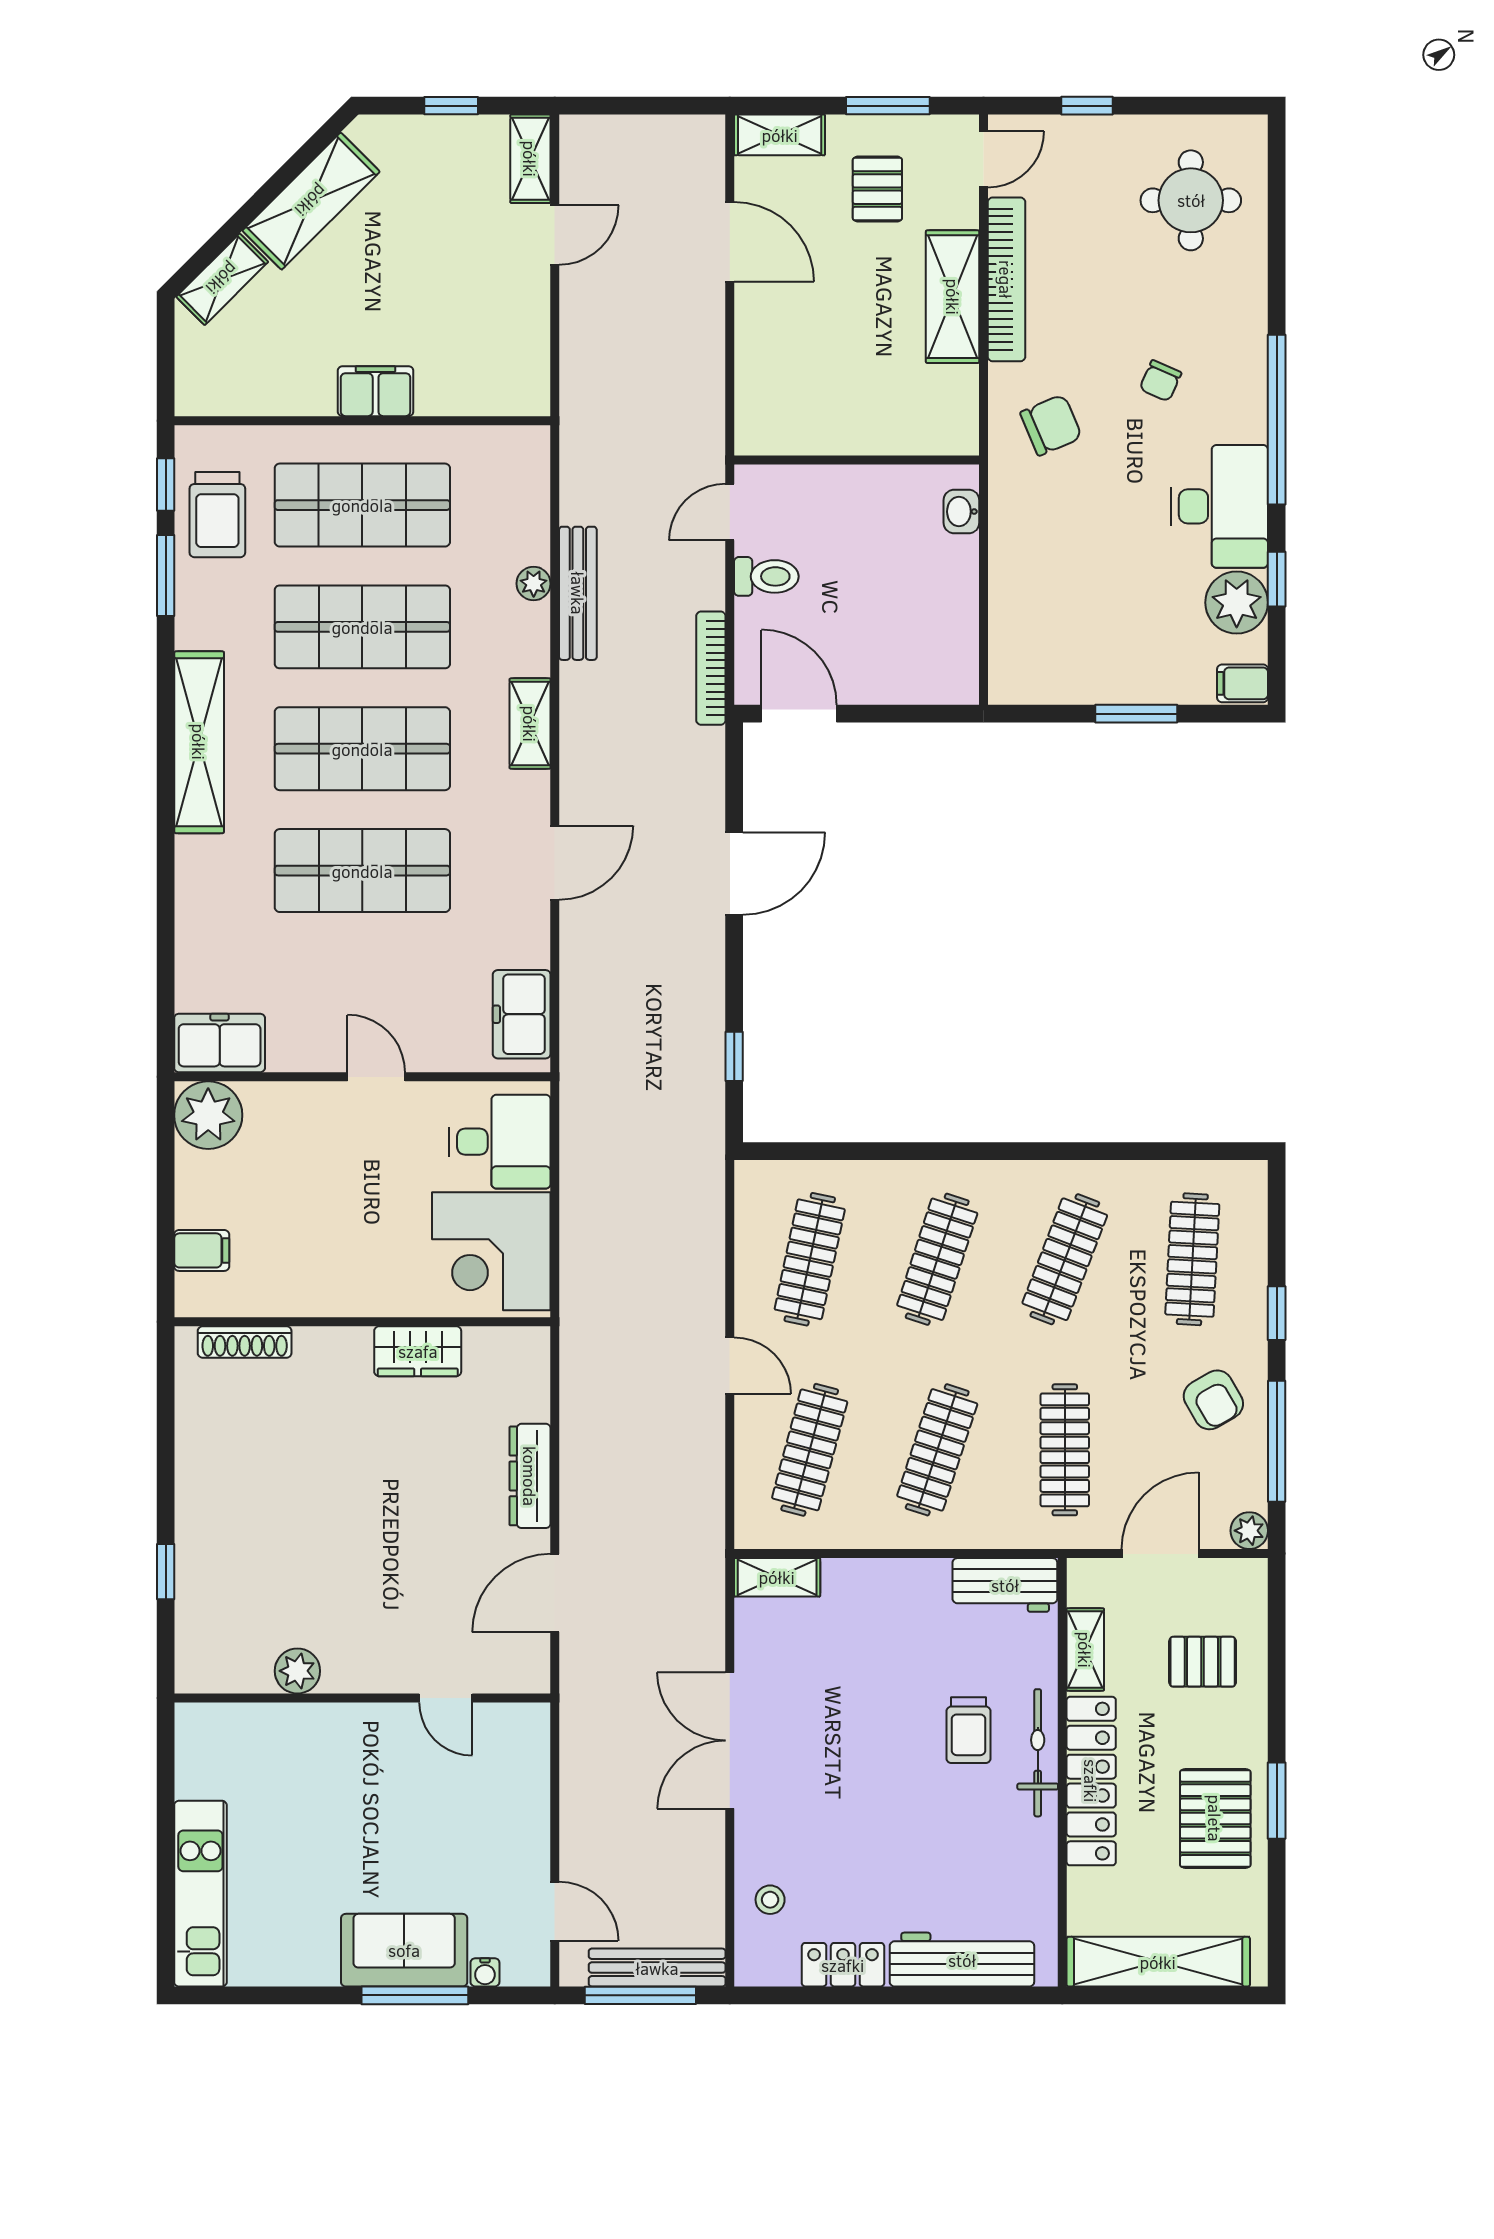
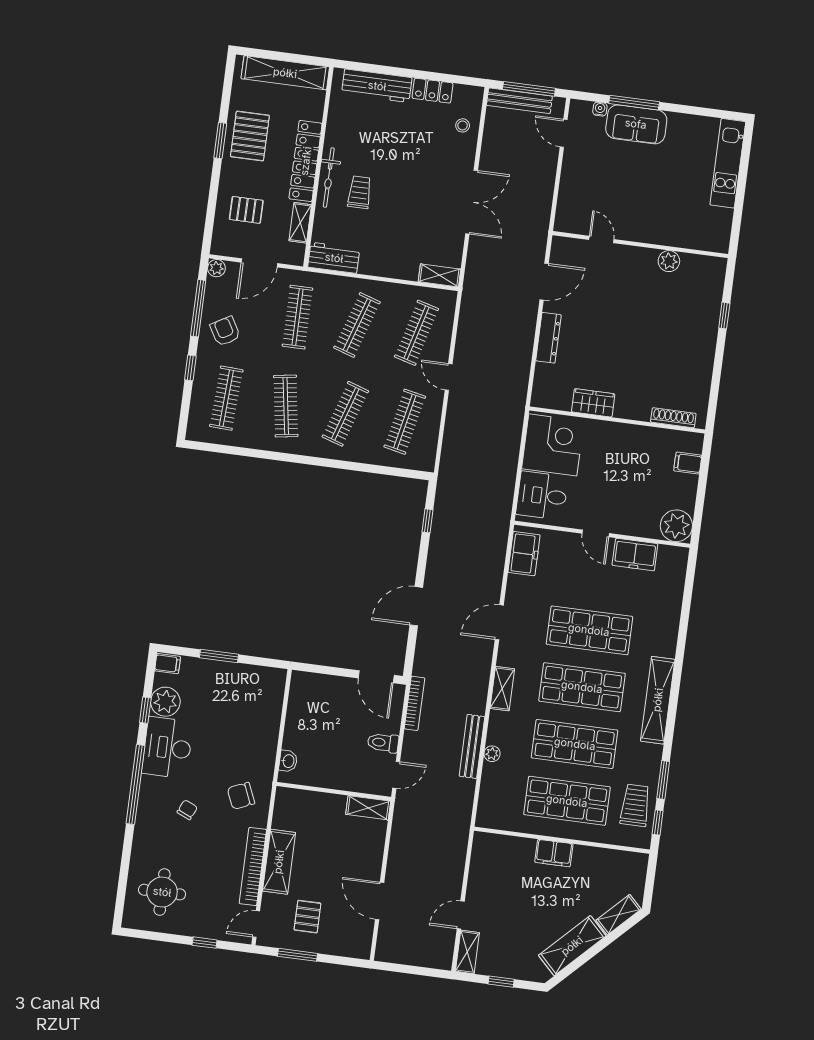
shelving: (780, 135) -> (368, 808), moved
freezer: (220, 1043) -> (635, 555), moved
clothes rail: (1065, 1259) -> (286, 406), turned -30

